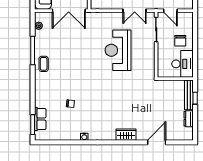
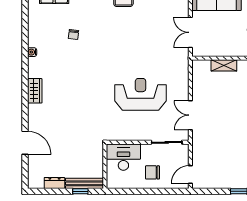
double door: (69, 11) -> (190, 32), width x0.73
door: (170, 11) -> (190, 174), moved
desk: (182, 64) -> (123, 157), moved, turned 180
wardrobe: (126, 135) -> (35, 91), moved

